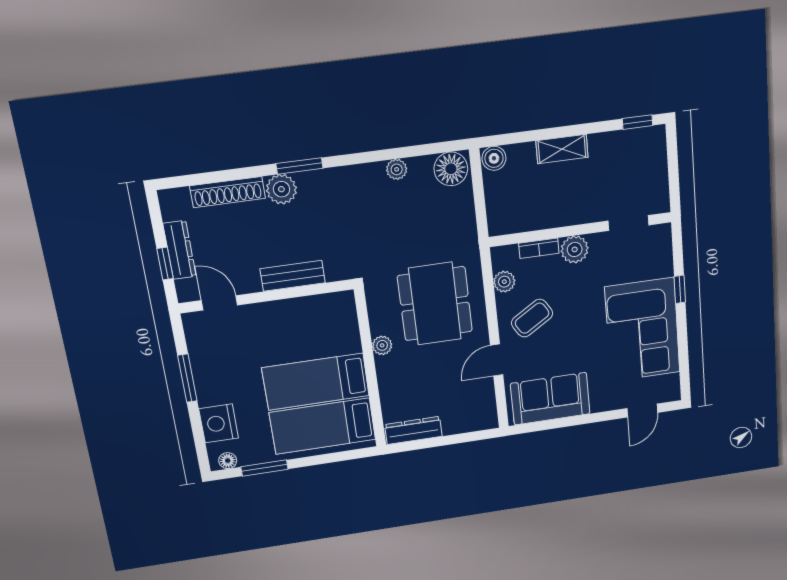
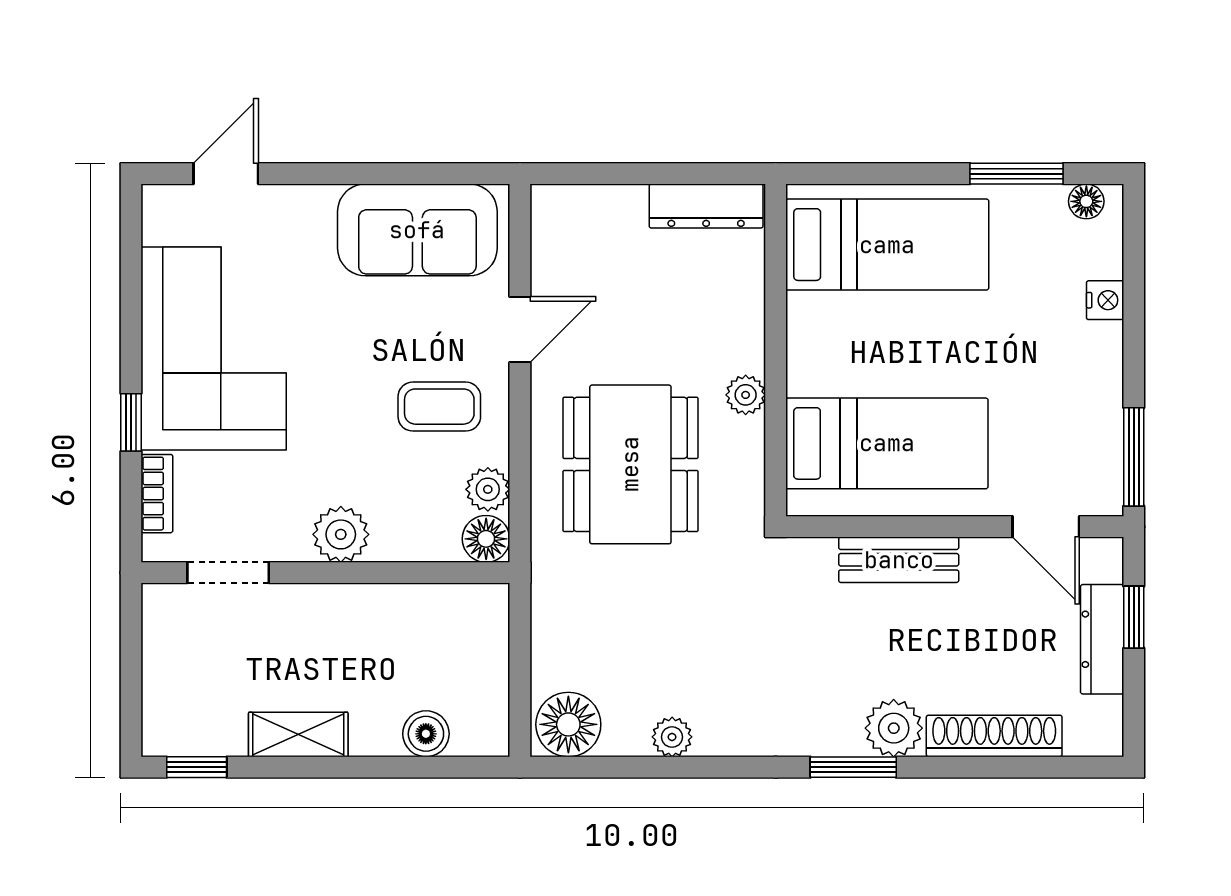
shelving: (562, 149) -> (298, 734), moved
boiler: (494, 158) -> (426, 734), moved
bookcase: (539, 248) -> (157, 494), moved, turned 90
floor lamp: (503, 257) -> (486, 539), added
coffee table: (532, 318) -> (439, 407), turned 32
window: (187, 378) -> (1134, 457), moved
bed: (316, 382) -> (887, 443), moved
nightstand: (219, 423) -> (1105, 300), width x0.53, depth x0.56

